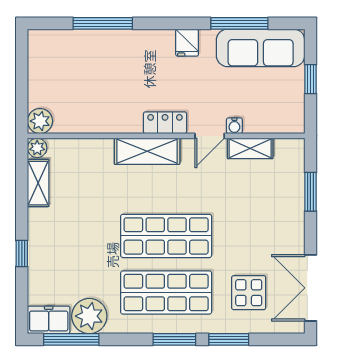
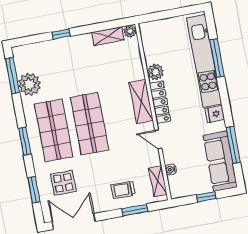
kitchen unit: (103, 44) -> (204, 61), added
plant: (40, 121) -> (155, 72), moved
locker: (165, 123) -> (160, 102), width x1.53
water cooler: (234, 126) -> (171, 170), moved
shelving: (250, 148) -> (158, 181), moved
trolley: (276, 204) -> (123, 190), added
freezer: (49, 320) -> (22, 59), removed
window: (229, 339) -> (34, 190), moved

